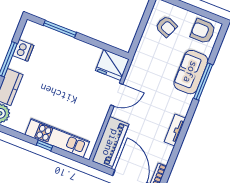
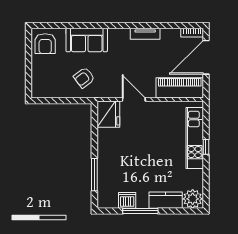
armchair: (166, 26) -> (84, 78), moved, turned -150
window: (203, 81) -> (91, 25), removed

